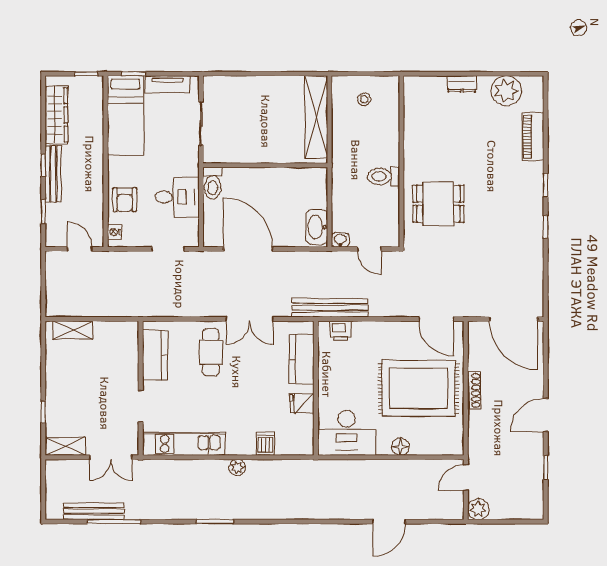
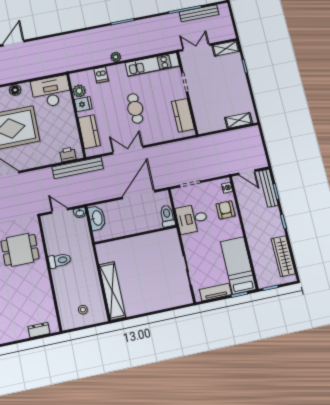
dresser: (462, 84) -> (39, 330), moved
wall: (265, 165) -> (136, 235), moved
bench: (53, 174) -> (268, 188), moved
toilet: (213, 183) -> (167, 216), moved
door: (248, 249) -> (139, 195), swing flipped
cafe table: (211, 352) -> (135, 108), moved
plant: (304, 425) -> (79, 91), added

